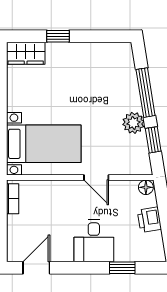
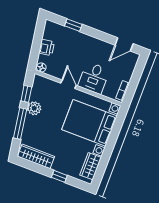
wardrobe: (26, 53) -> (91, 166), moved, turned -90
wardrobe: (104, 53) -> (36, 156), added
bed with nightstands: (44, 144) -> (89, 123), width x1.36
desk: (94, 241) -> (94, 78), moved, turned 180

